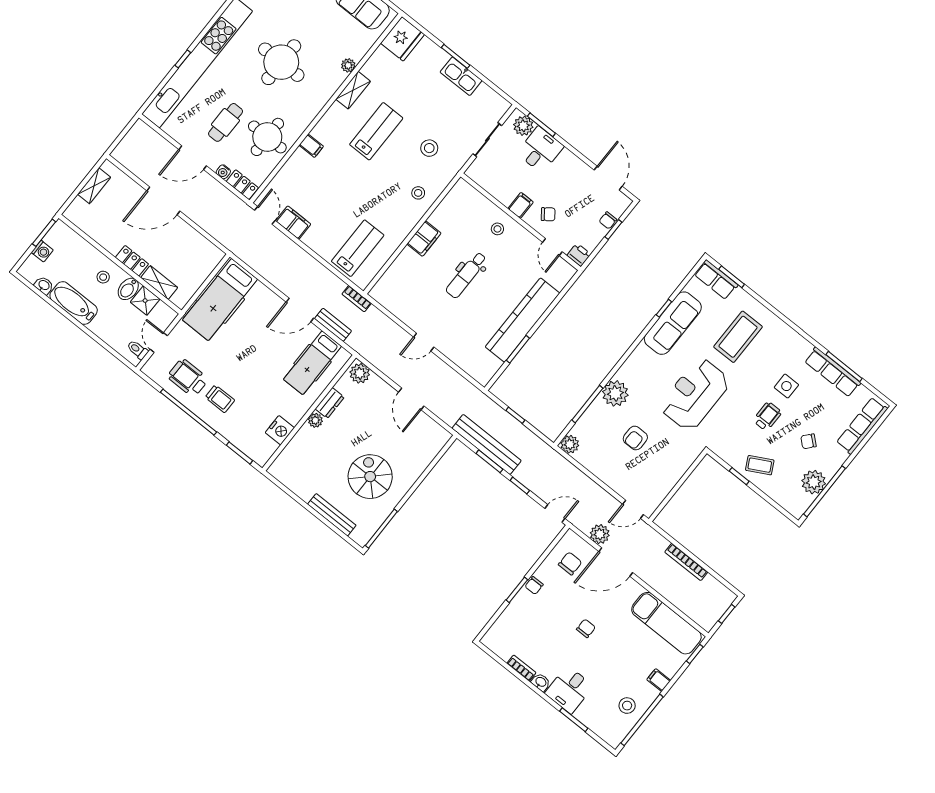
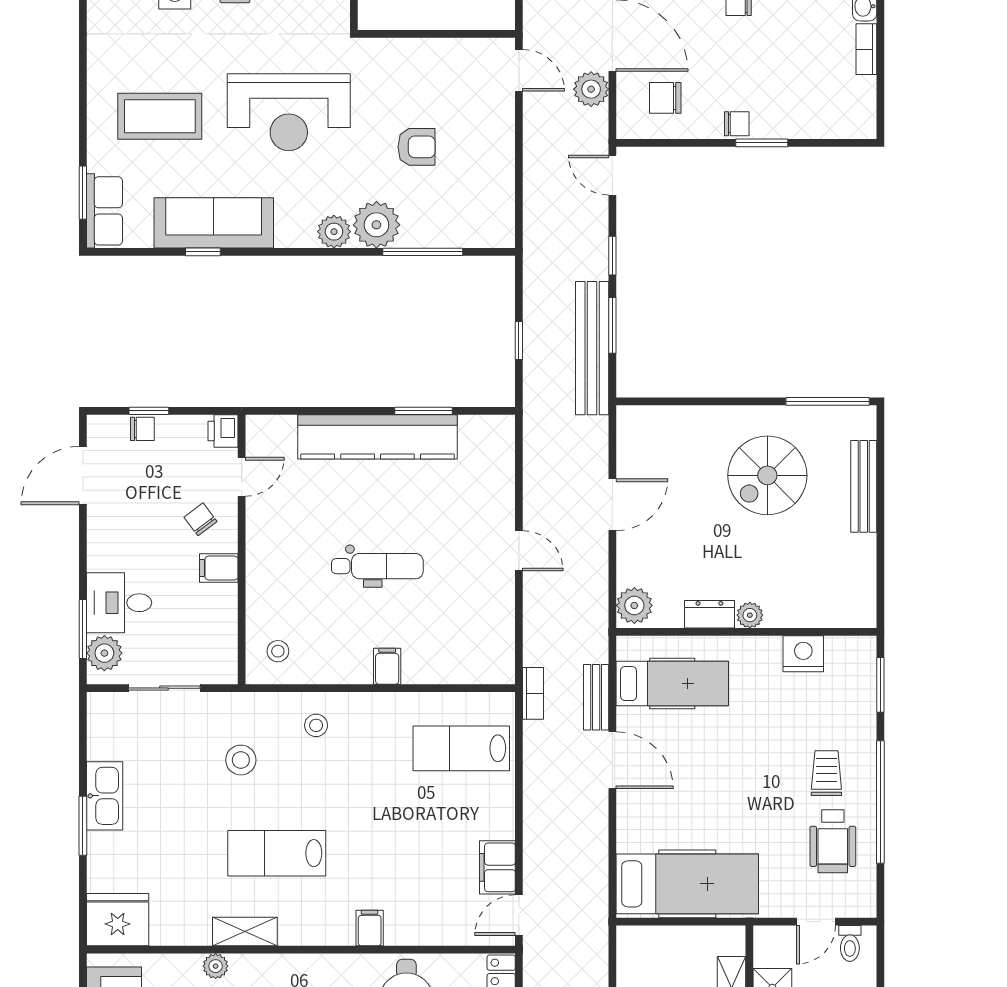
stool: (497, 229) -> (278, 651), moved
filing cabinet: (424, 239) -> (387, 666), width x0.50
plant: (570, 444) -> (334, 232), moved

